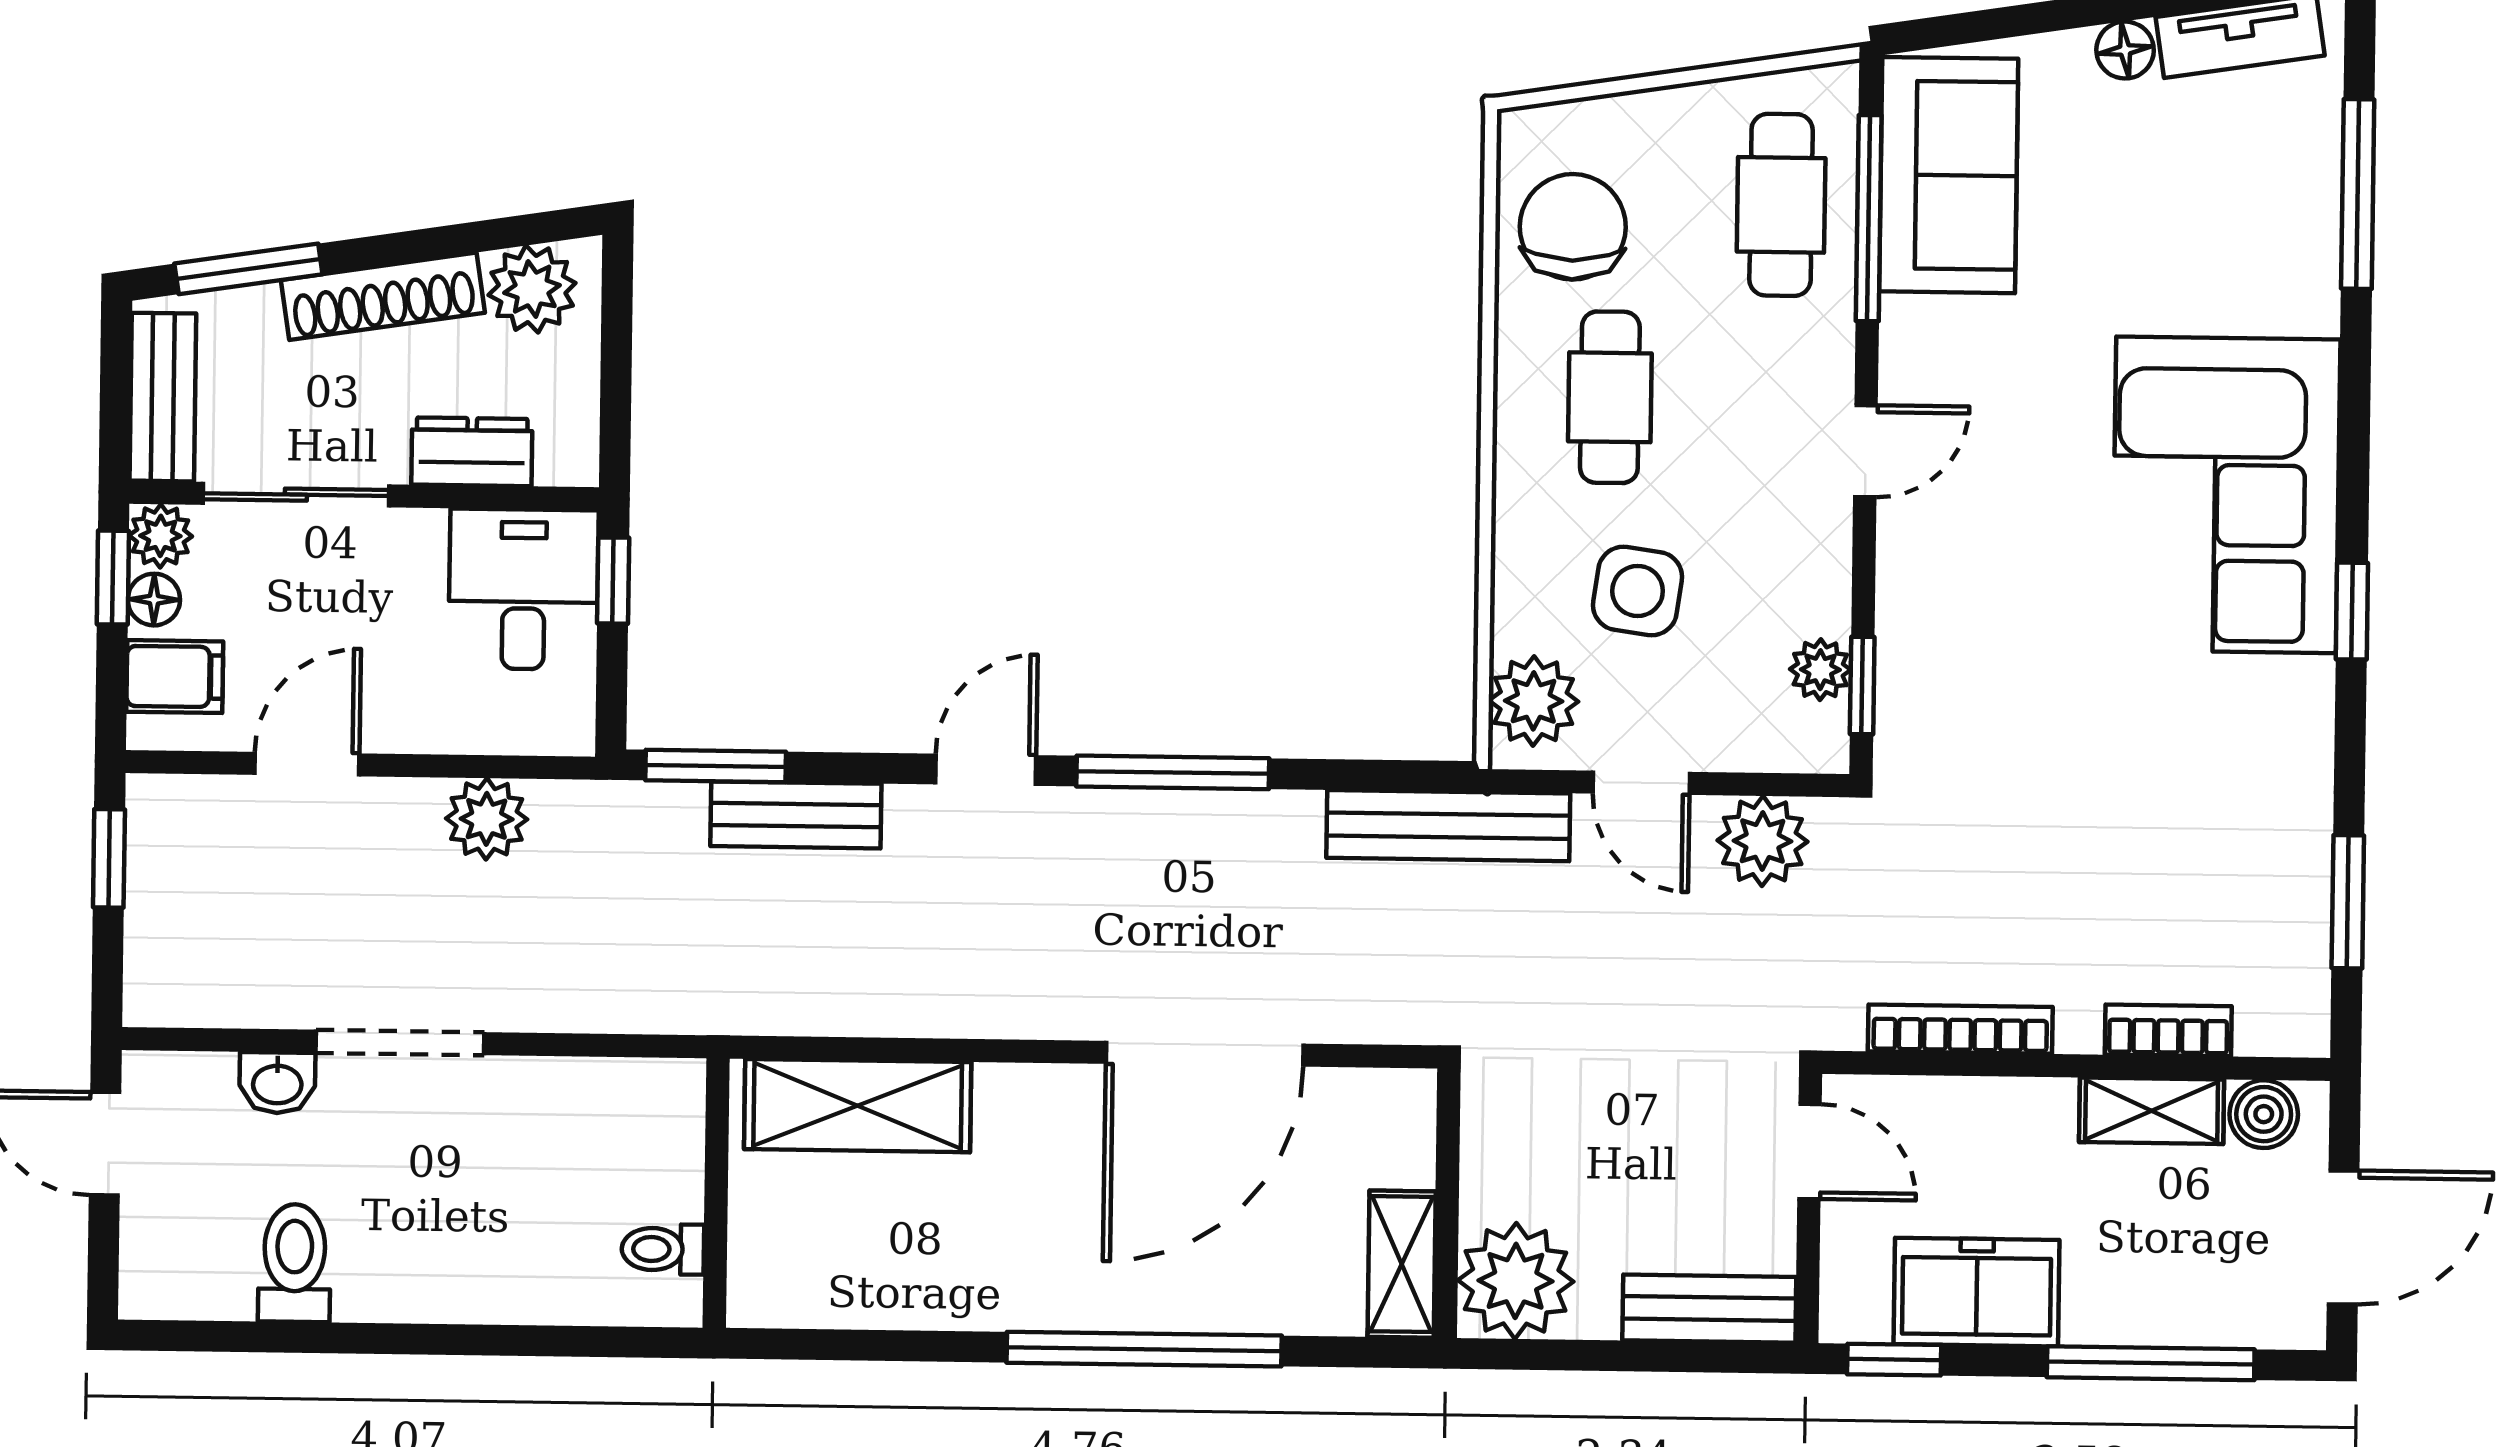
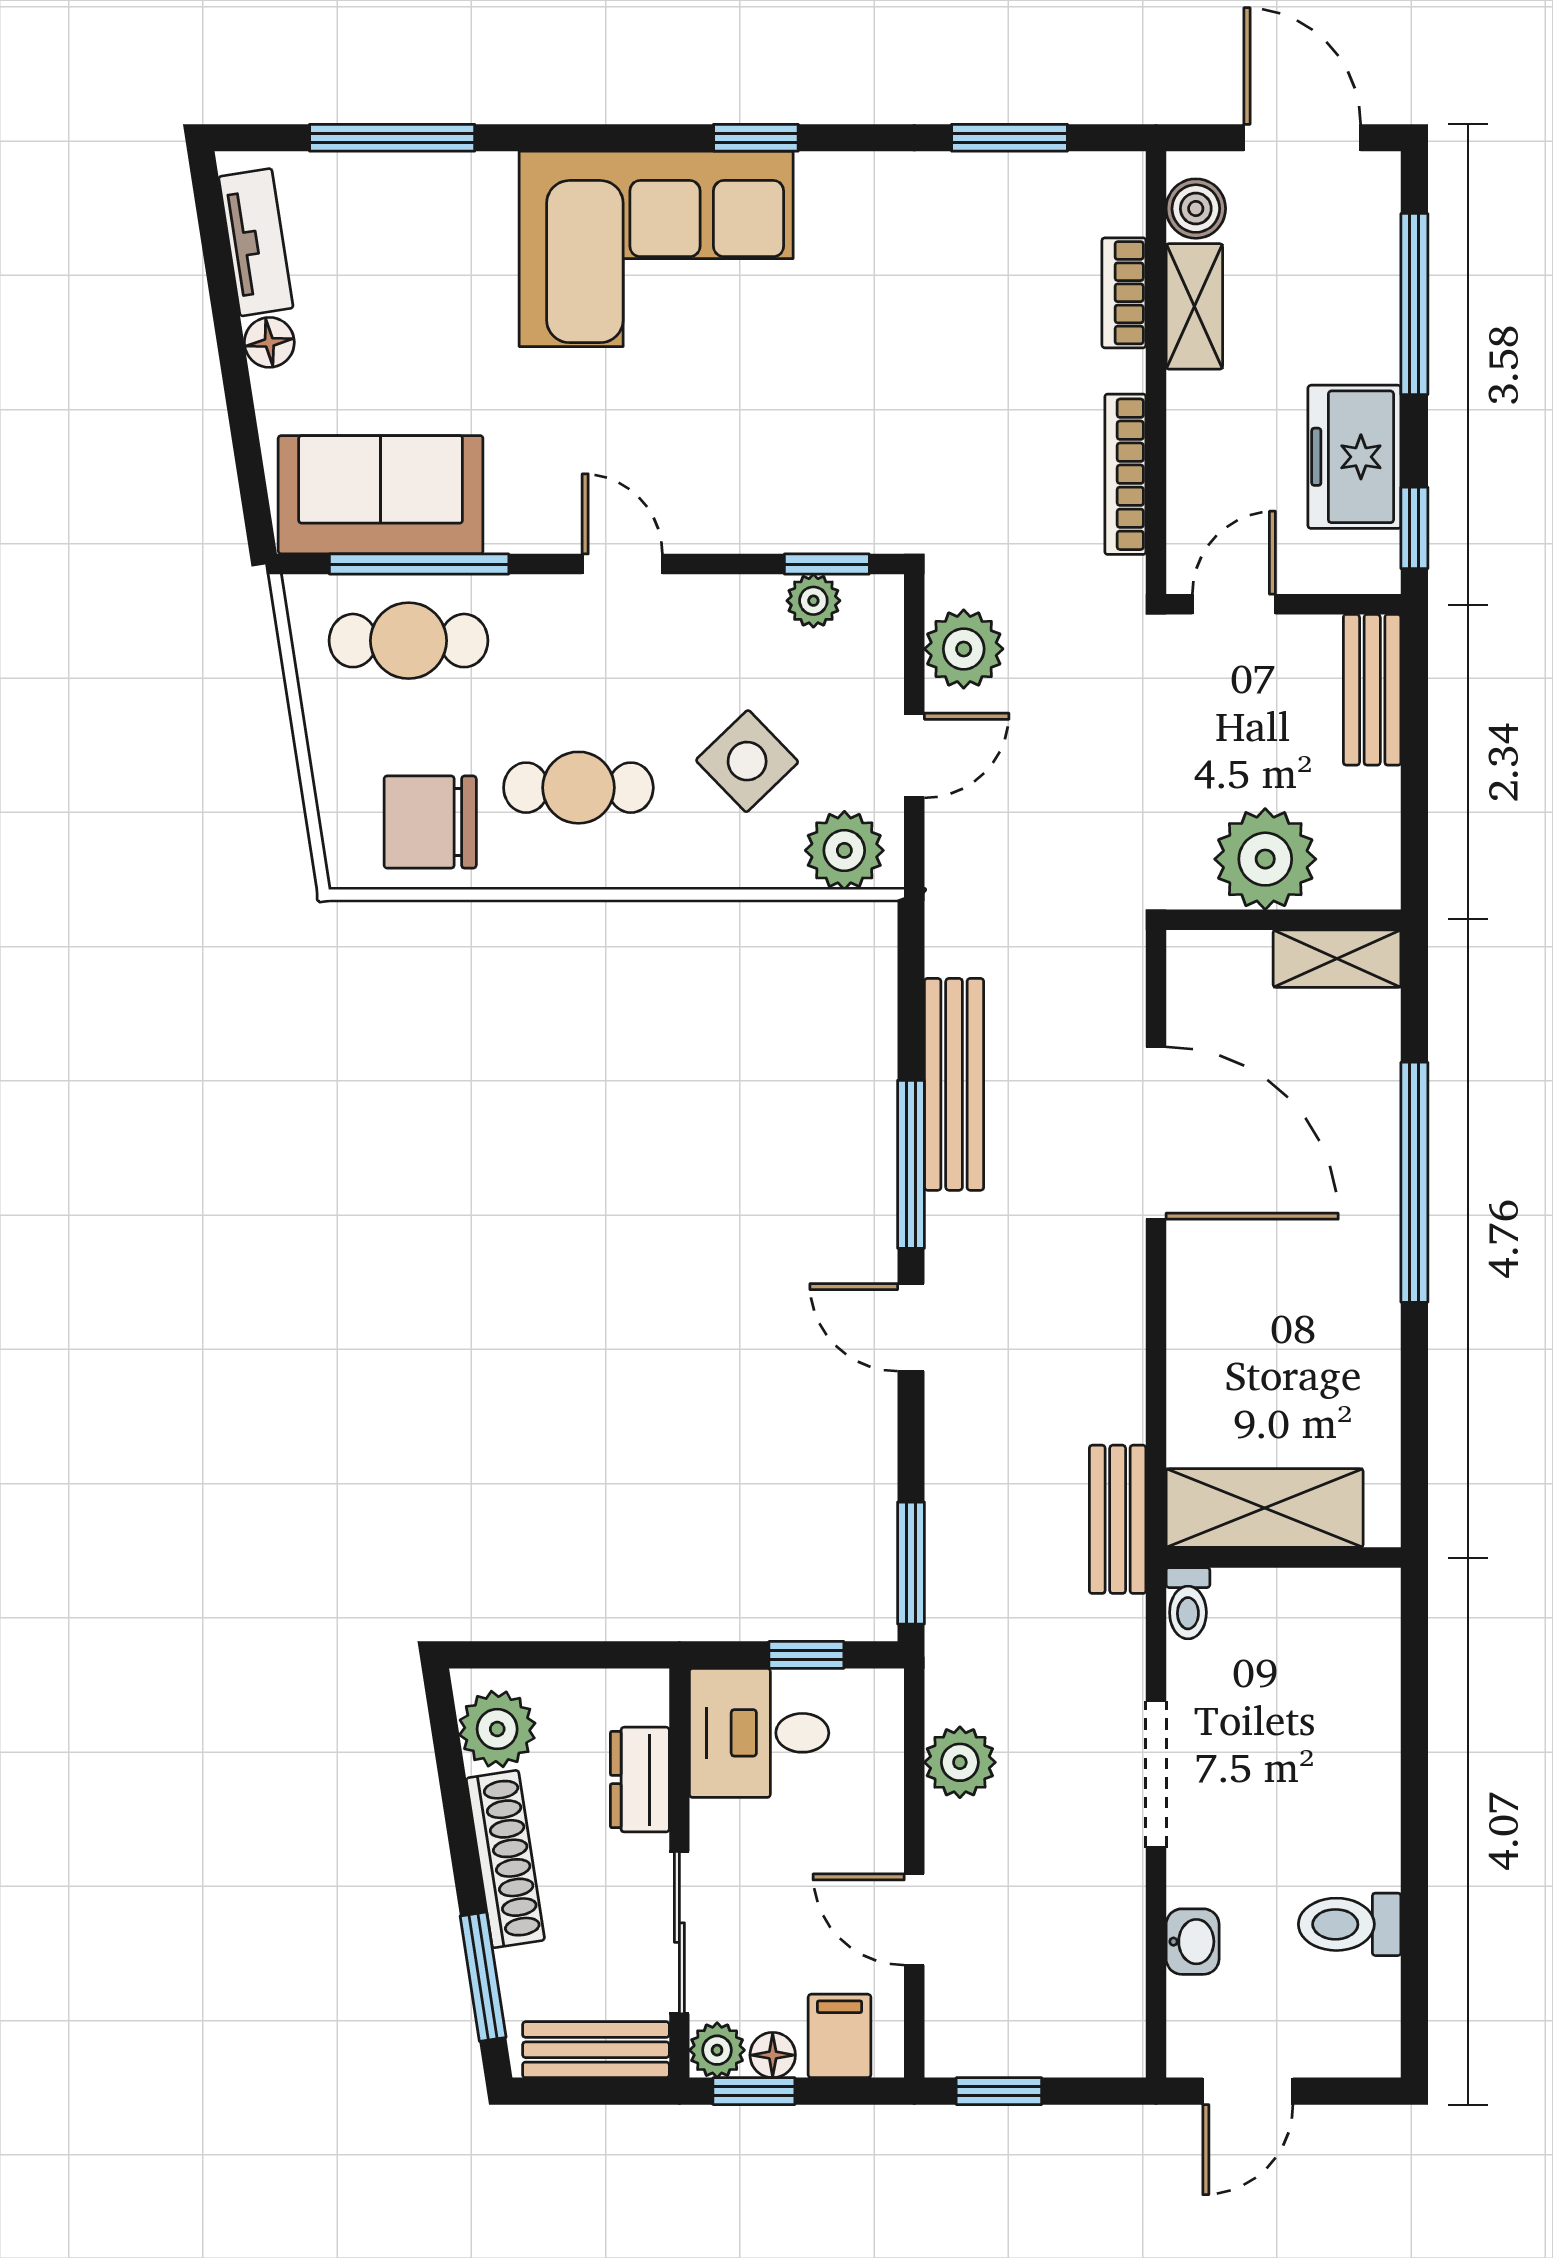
window: (613, 581) -> (806, 1655), moved
side table: (1638, 591) -> (747, 761), turned 38
bench: (796, 815) -> (1118, 1519), moved
bench: (1448, 826) -> (954, 1084), moved
doorway: (400, 1042) -> (1156, 1774), moved
shelving: (858, 1106) -> (1265, 1508), moved, turned 90
toilet: (663, 1249) -> (1188, 1603), moved
plant: (1516, 1281) -> (1265, 859), moved

